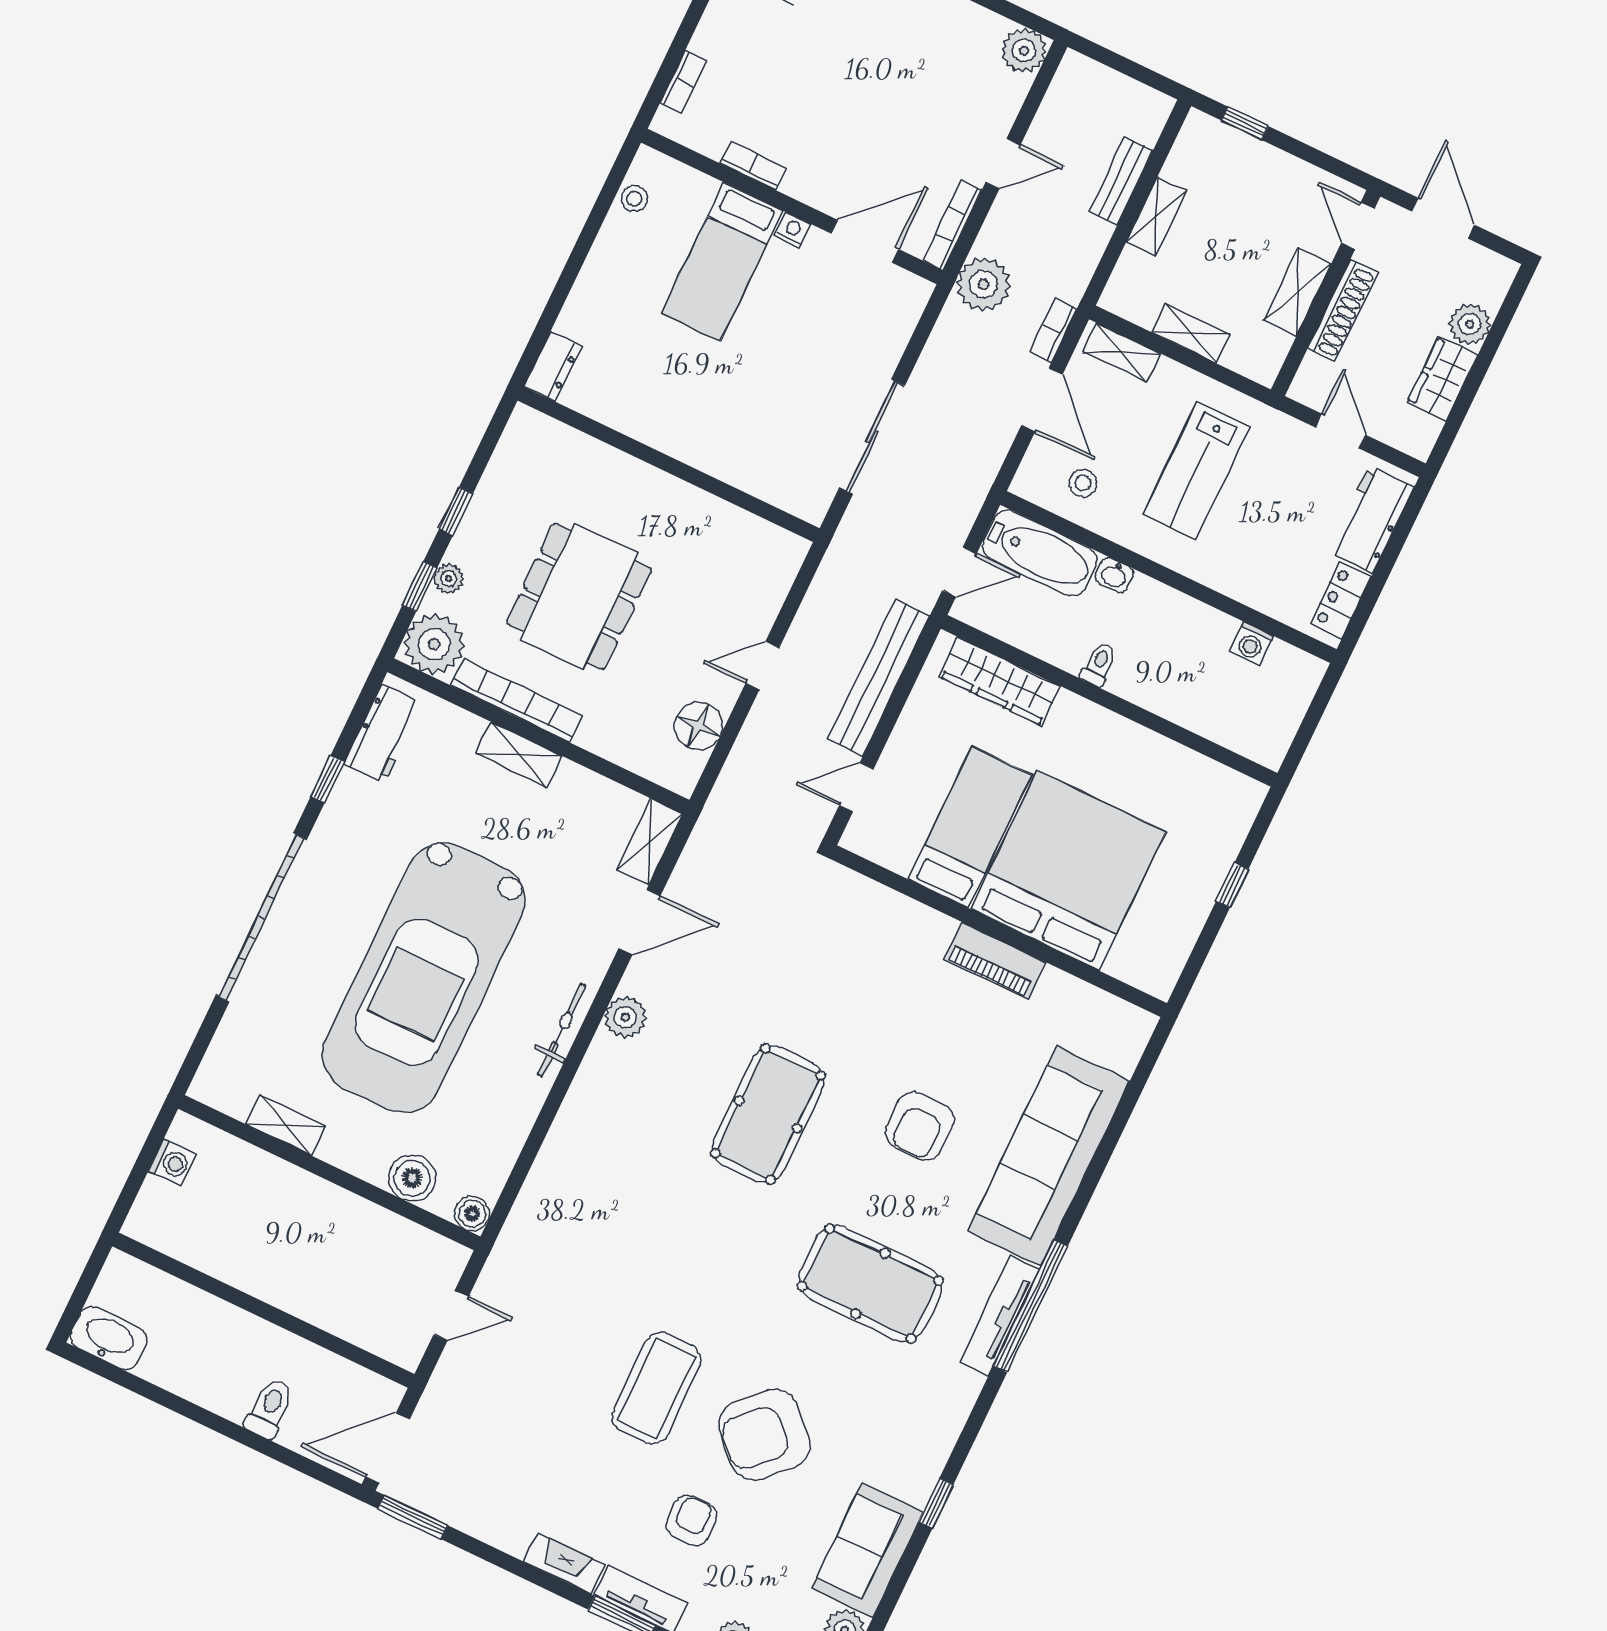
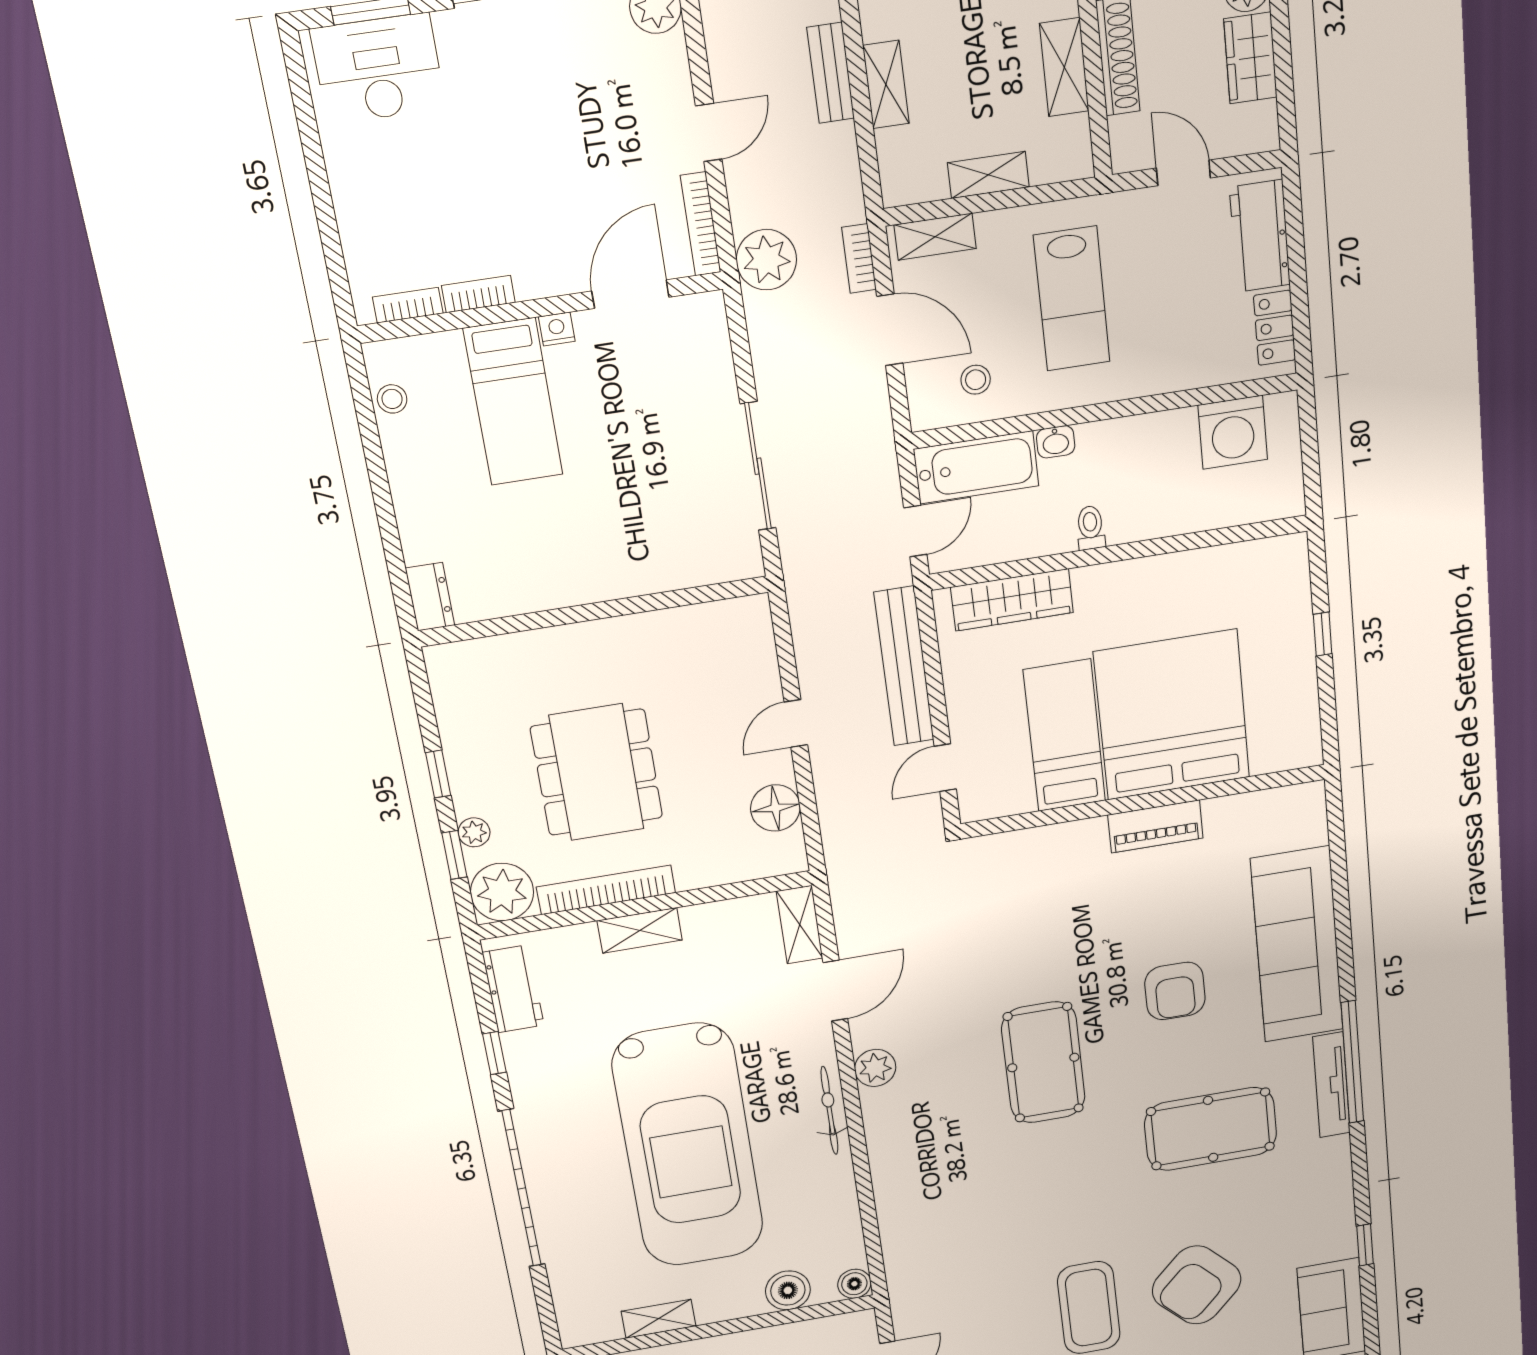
bookcase: (683, 82) -> (408, 305), moved, turned -90
washing machine: (1252, 644) -> (1233, 432), width x1.89, depth x1.89

